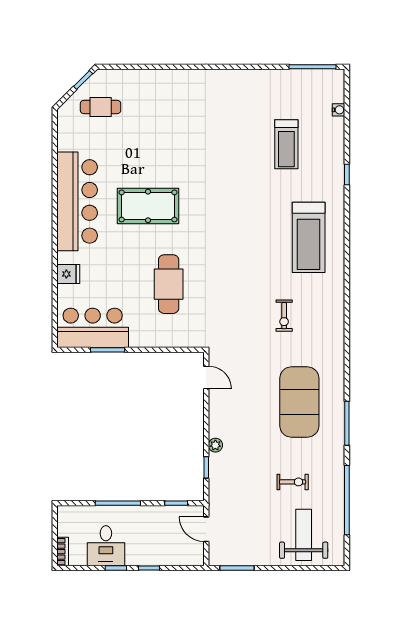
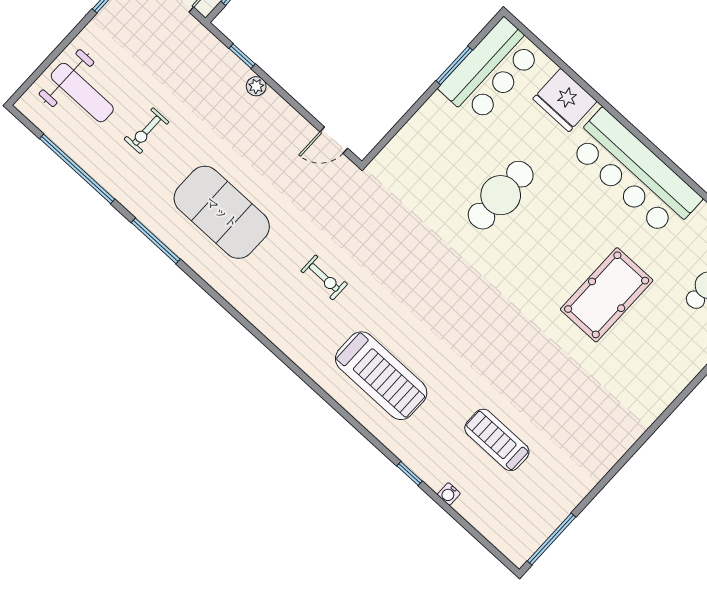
water cooler: (339, 110) -> (449, 494), moved
pool table: (148, 206) -> (607, 295), moved
treadmill: (309, 237) -> (381, 376), turned 180
fridge: (68, 274) -> (565, 100), width x1.88, depth x1.34
cafe table: (169, 284) -> (501, 195), moved, turned 90
exercise bike: (284, 316) -> (324, 277), turned 180

